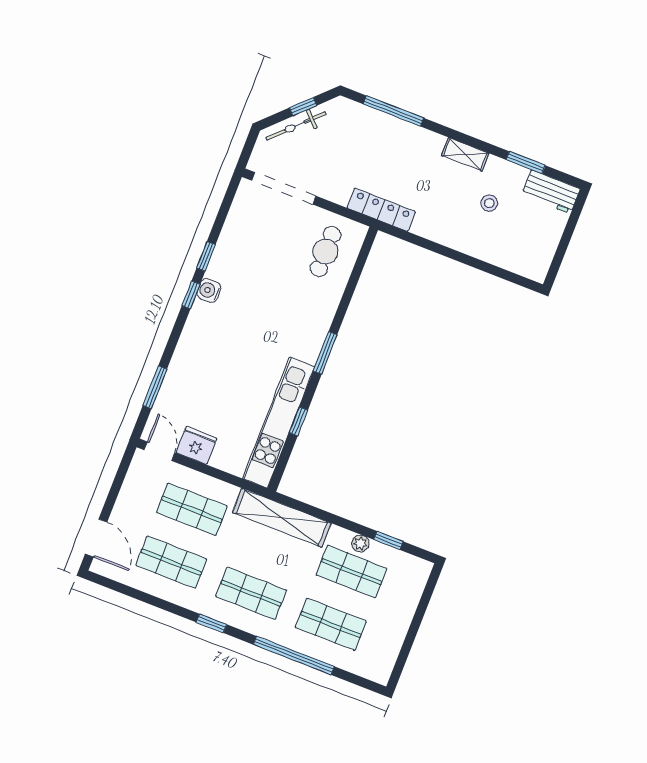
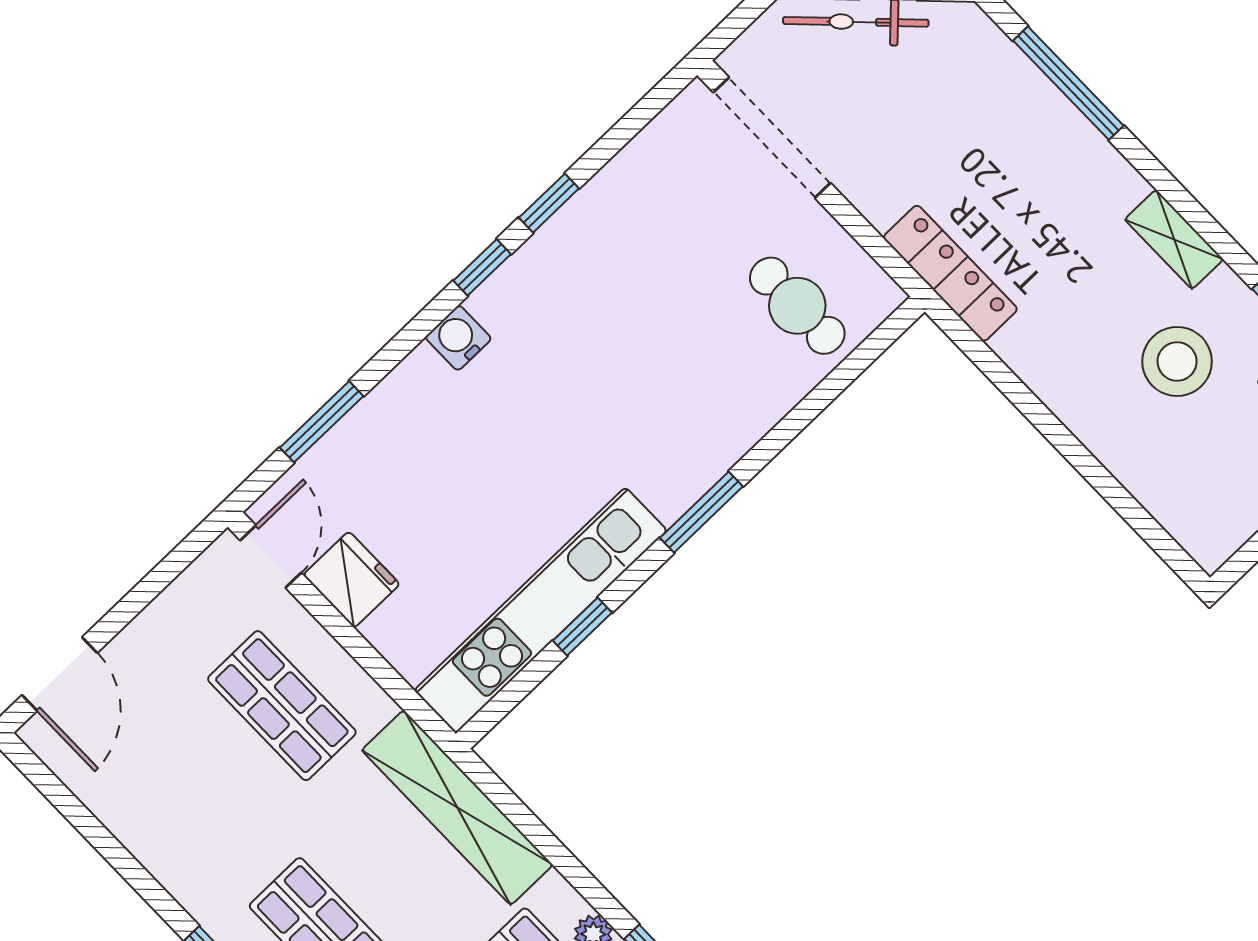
stool: (489, 203) -> (1177, 361), width x1.89, depth x1.89
cafe table: (325, 252) -> (797, 306), turned 90
water cooler: (209, 291) -> (458, 338), moved
shop shelf: (171, 562) -> (190, 794), removed

